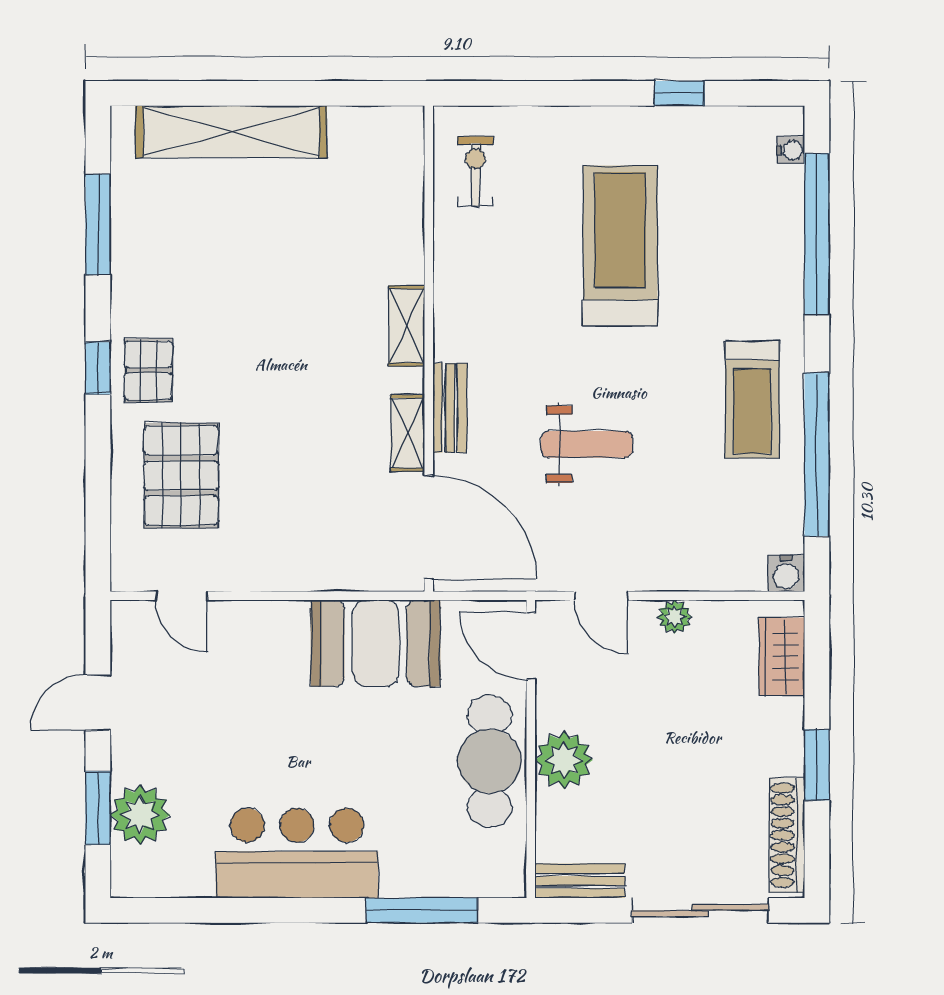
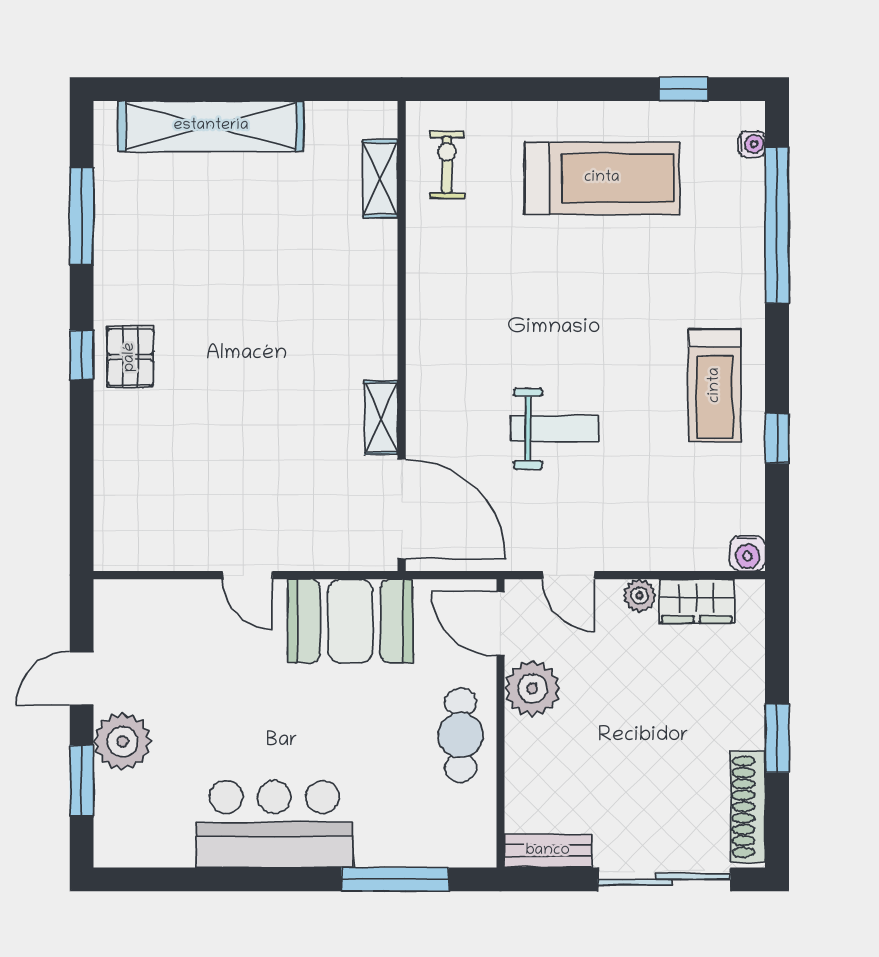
window: (679, 93) -> (684, 89), moved
treadmill: (620, 246) -> (602, 178), moved, turned 90
shelving: (407, 326) -> (380, 179), moved
bench: (450, 408) -> (422, 393), removed
window: (817, 454) -> (777, 438), width x0.32
pallet: (181, 476) -> (162, 459), removed
door: (181, 596) -> (248, 575), moved
wardrobe: (782, 657) -> (697, 601), moved, turned -90
plant: (564, 760) -> (532, 688), moved
cafe table: (490, 761) -> (461, 735), width x0.73, depth x0.74
plant: (140, 815) -> (123, 741), moved

